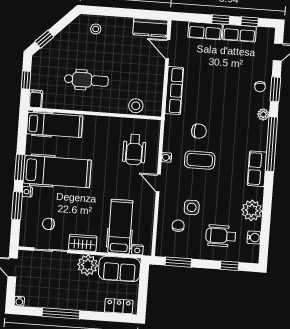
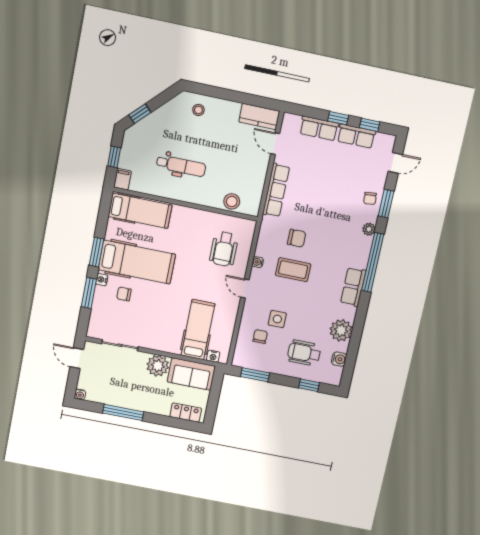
chair: (48, 224) -> (124, 294), moved
wardrobe: (83, 243) -> (155, 342), removed

